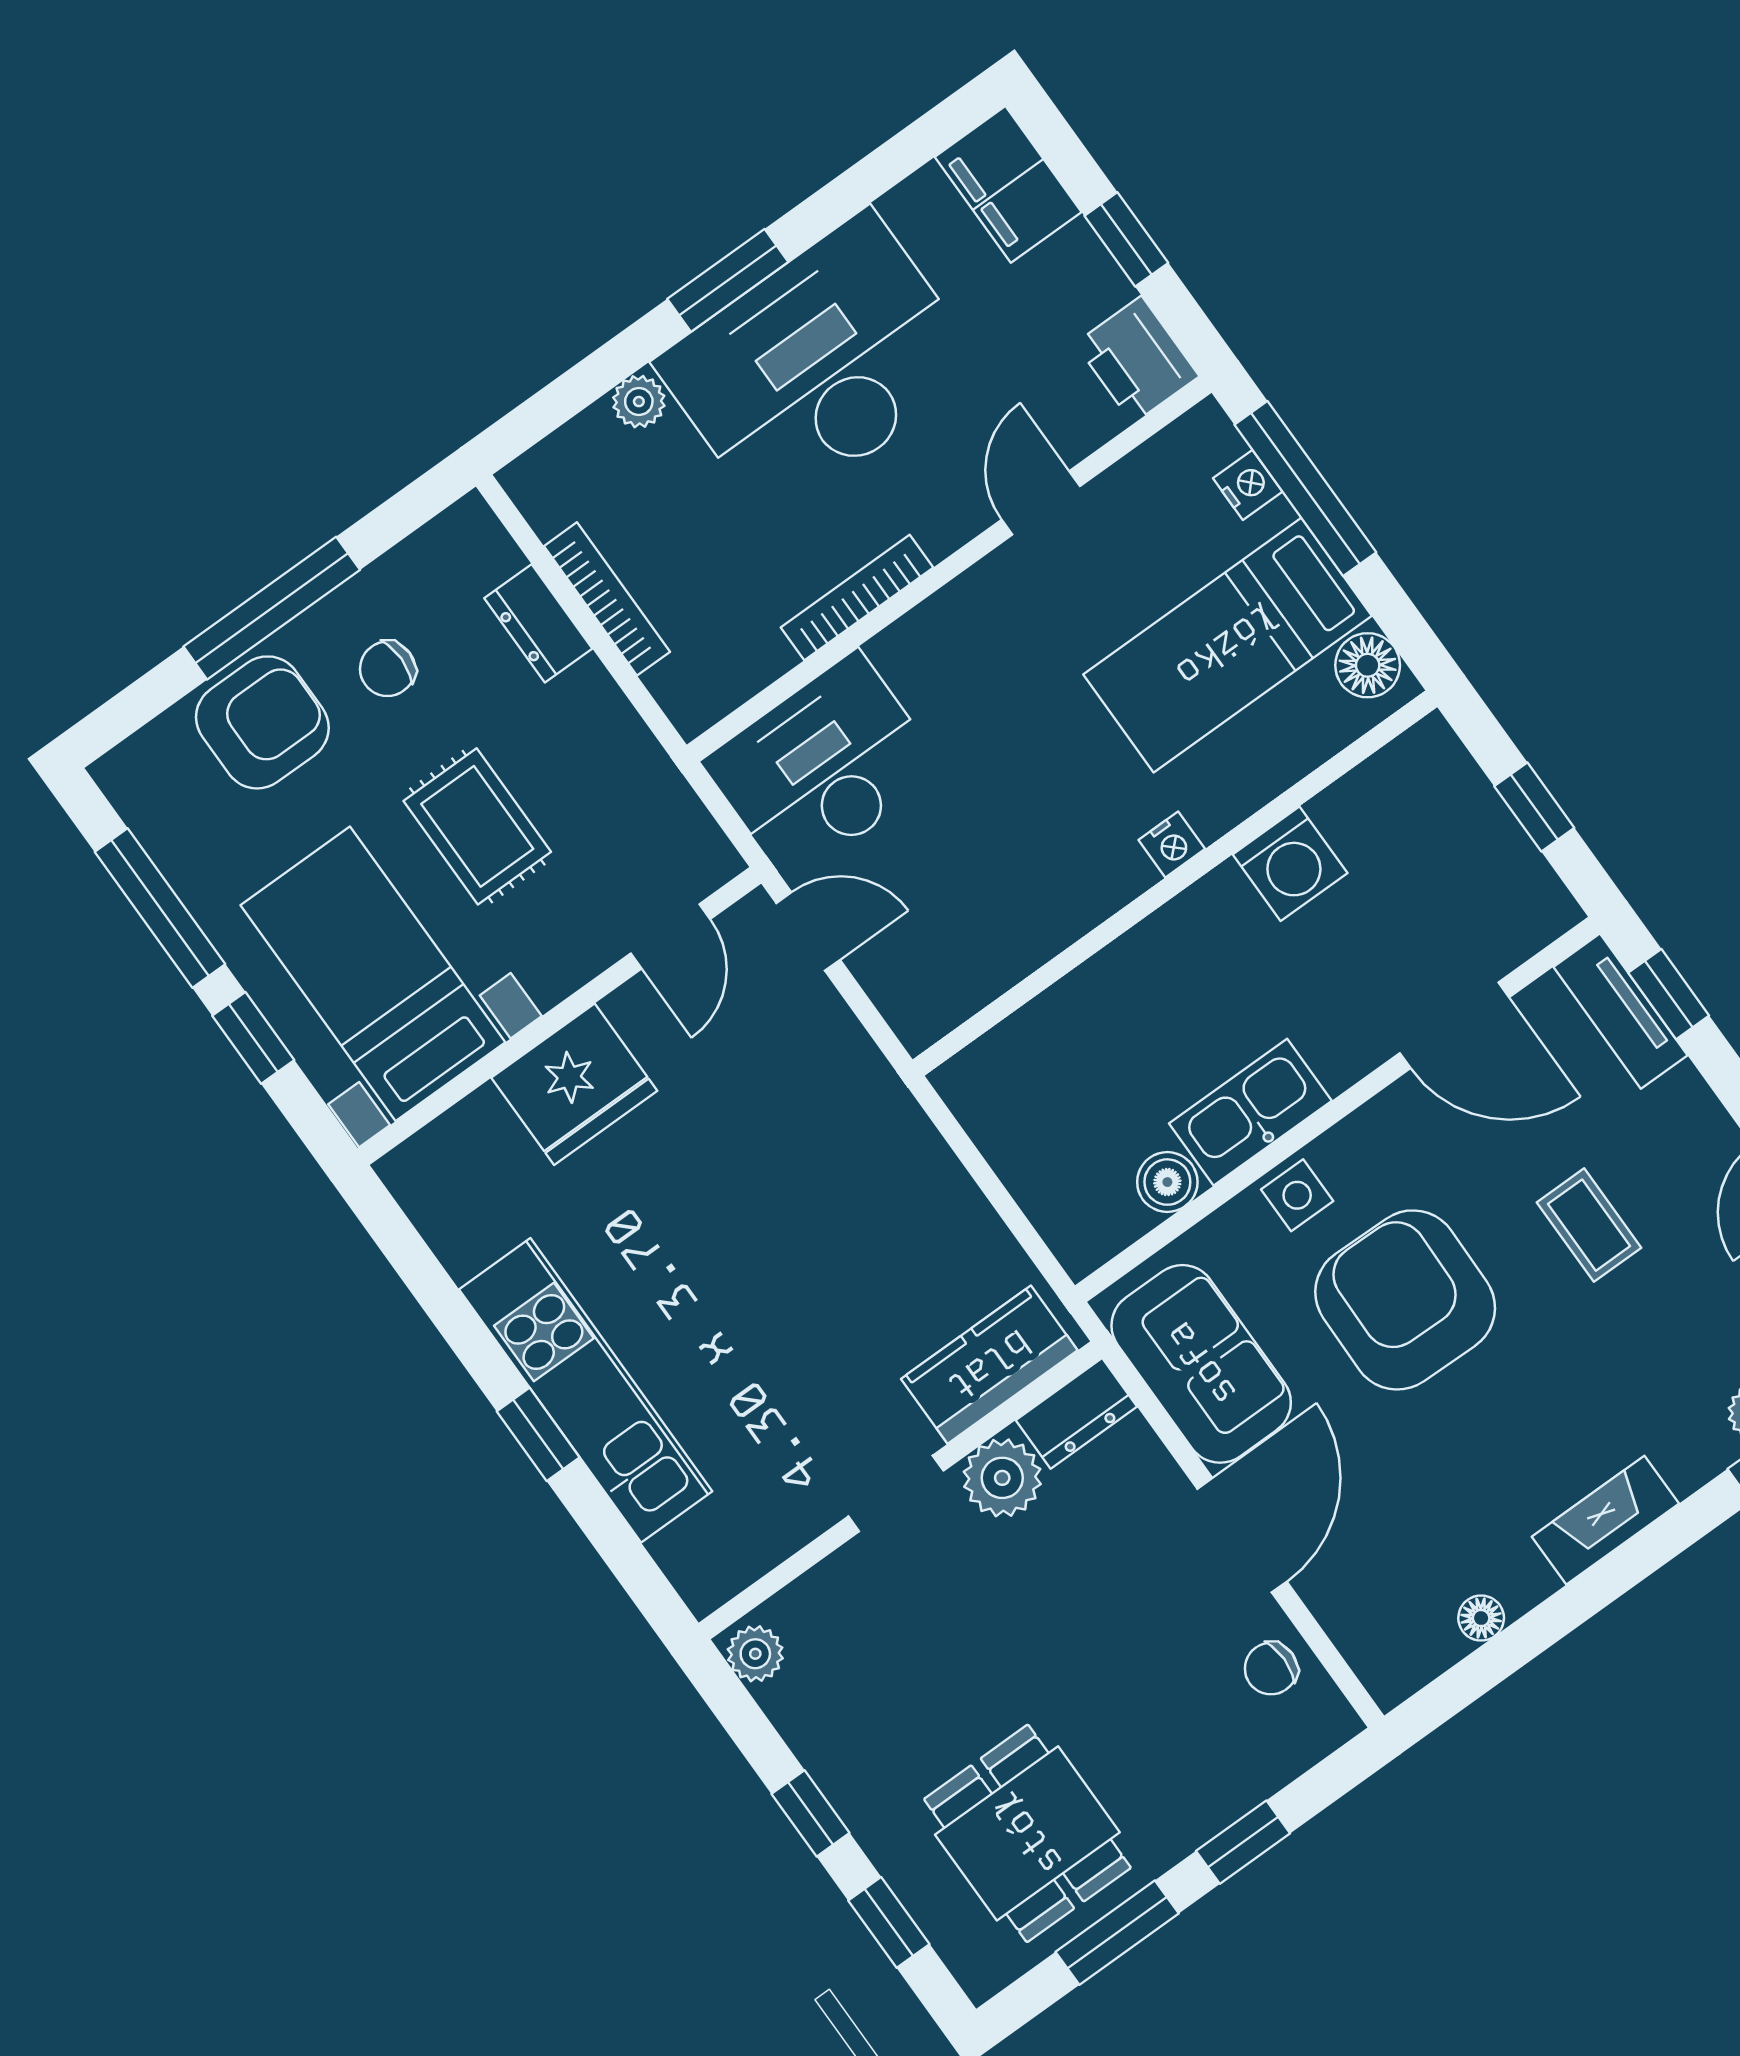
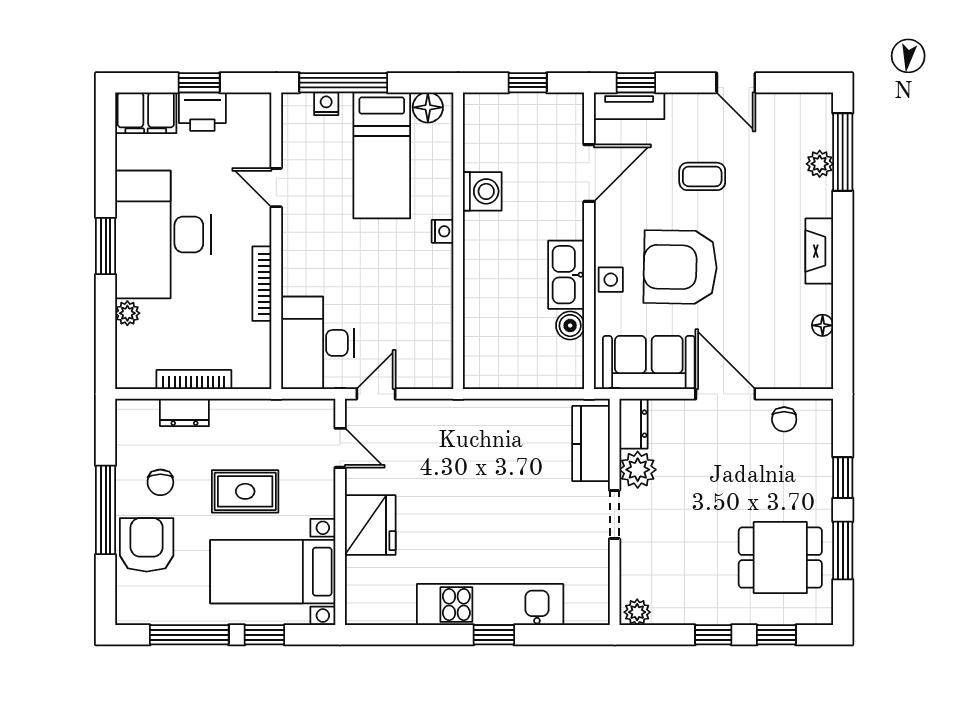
printer: (1137, 360) -> (202, 112), moved

